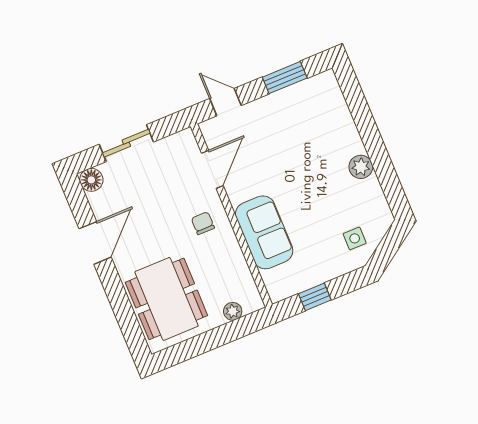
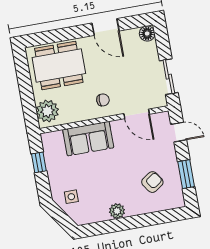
door: (225, 102) -> (179, 132), hinge flipped
armchair: (307, 124) -> (152, 182), added
sliding door: (126, 143) -> (169, 77), moved
plant: (233, 311) -> (47, 111), width x1.88, depth x1.88

